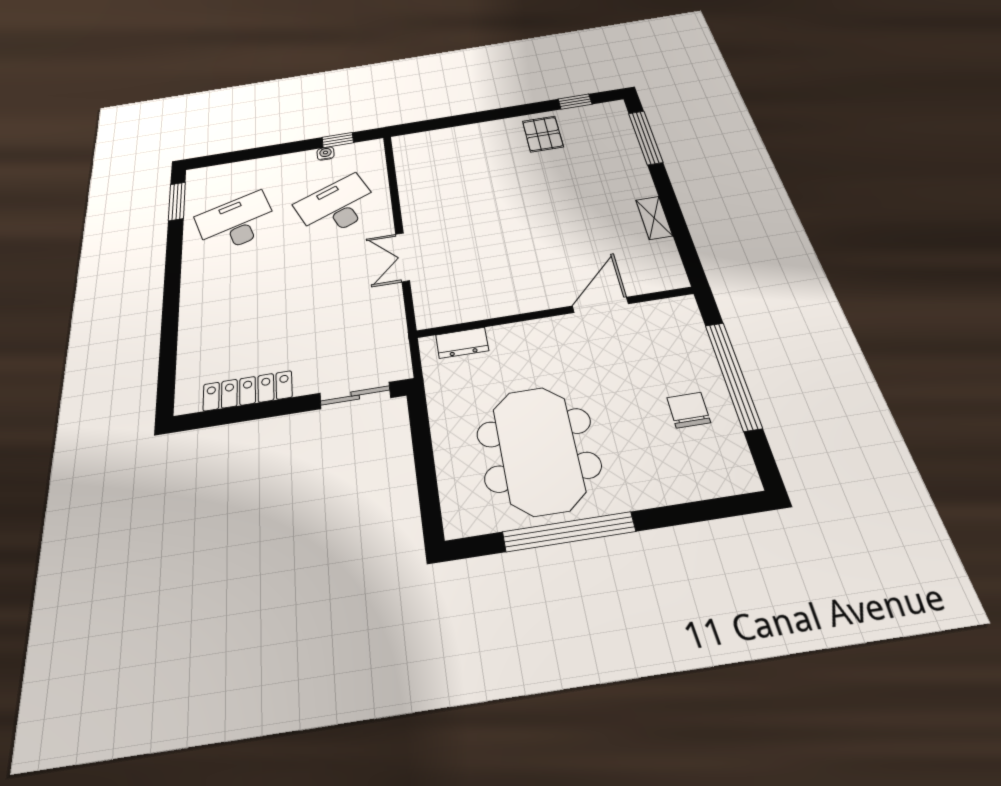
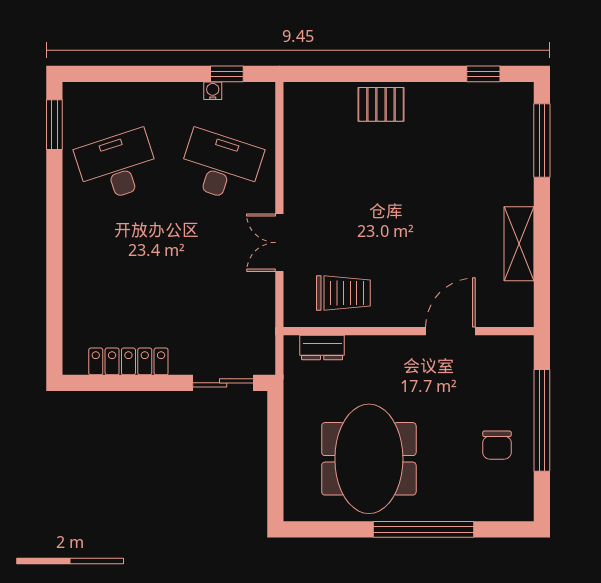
pallet: (543, 134) -> (381, 104), moved, turned 90
desk: (337, 206) -> (221, 166), turned 42
shelving: (654, 218) -> (519, 244), width x1.50, depth x1.33
trolley: (476, 289) -> (343, 293), added
chair: (689, 410) -> (497, 445), turned 180
window: (569, 532) -> (424, 529), moved

